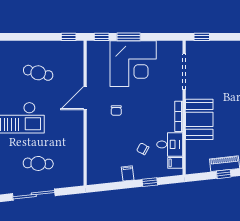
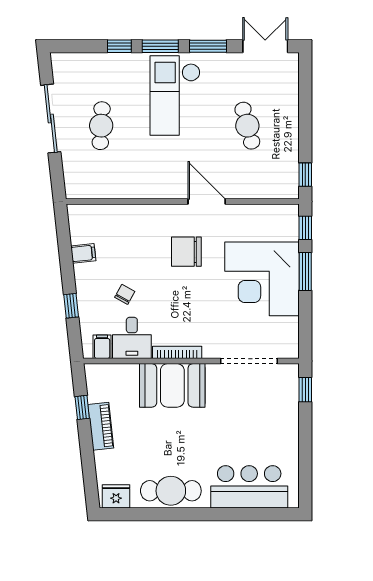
cafe table: (38, 73) -> (247, 126), turned -30
chair: (116, 111) -> (186, 252), width x1.87, depth x1.87
filing cabinet: (128, 173) -> (83, 253), moved
window: (224, 174) -> (82, 407), moved

